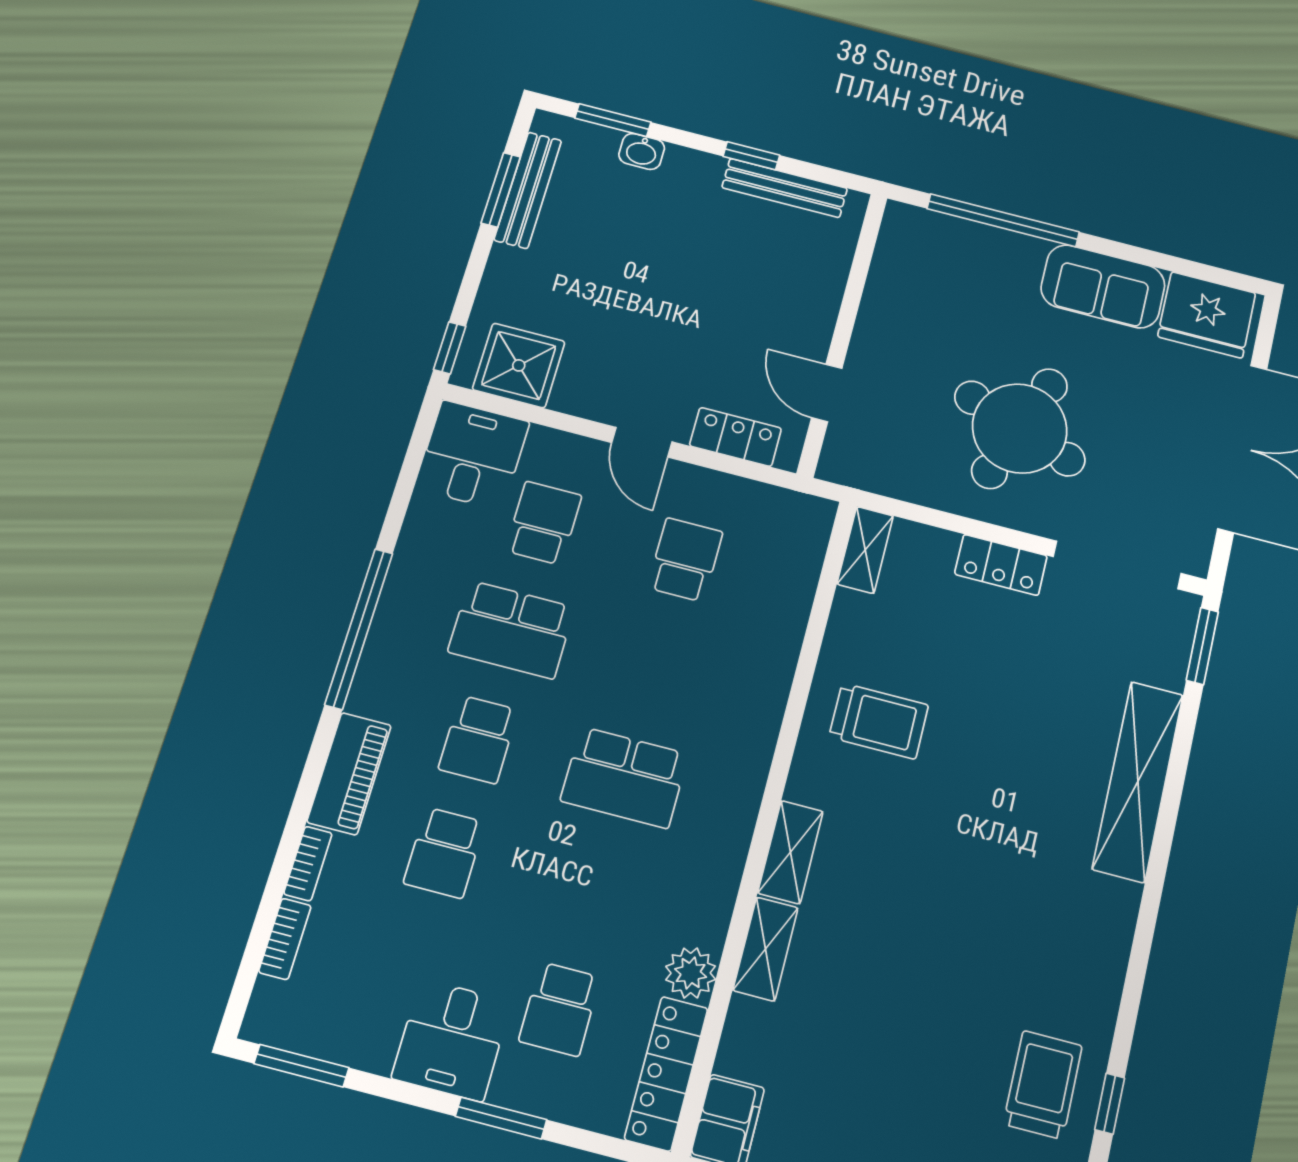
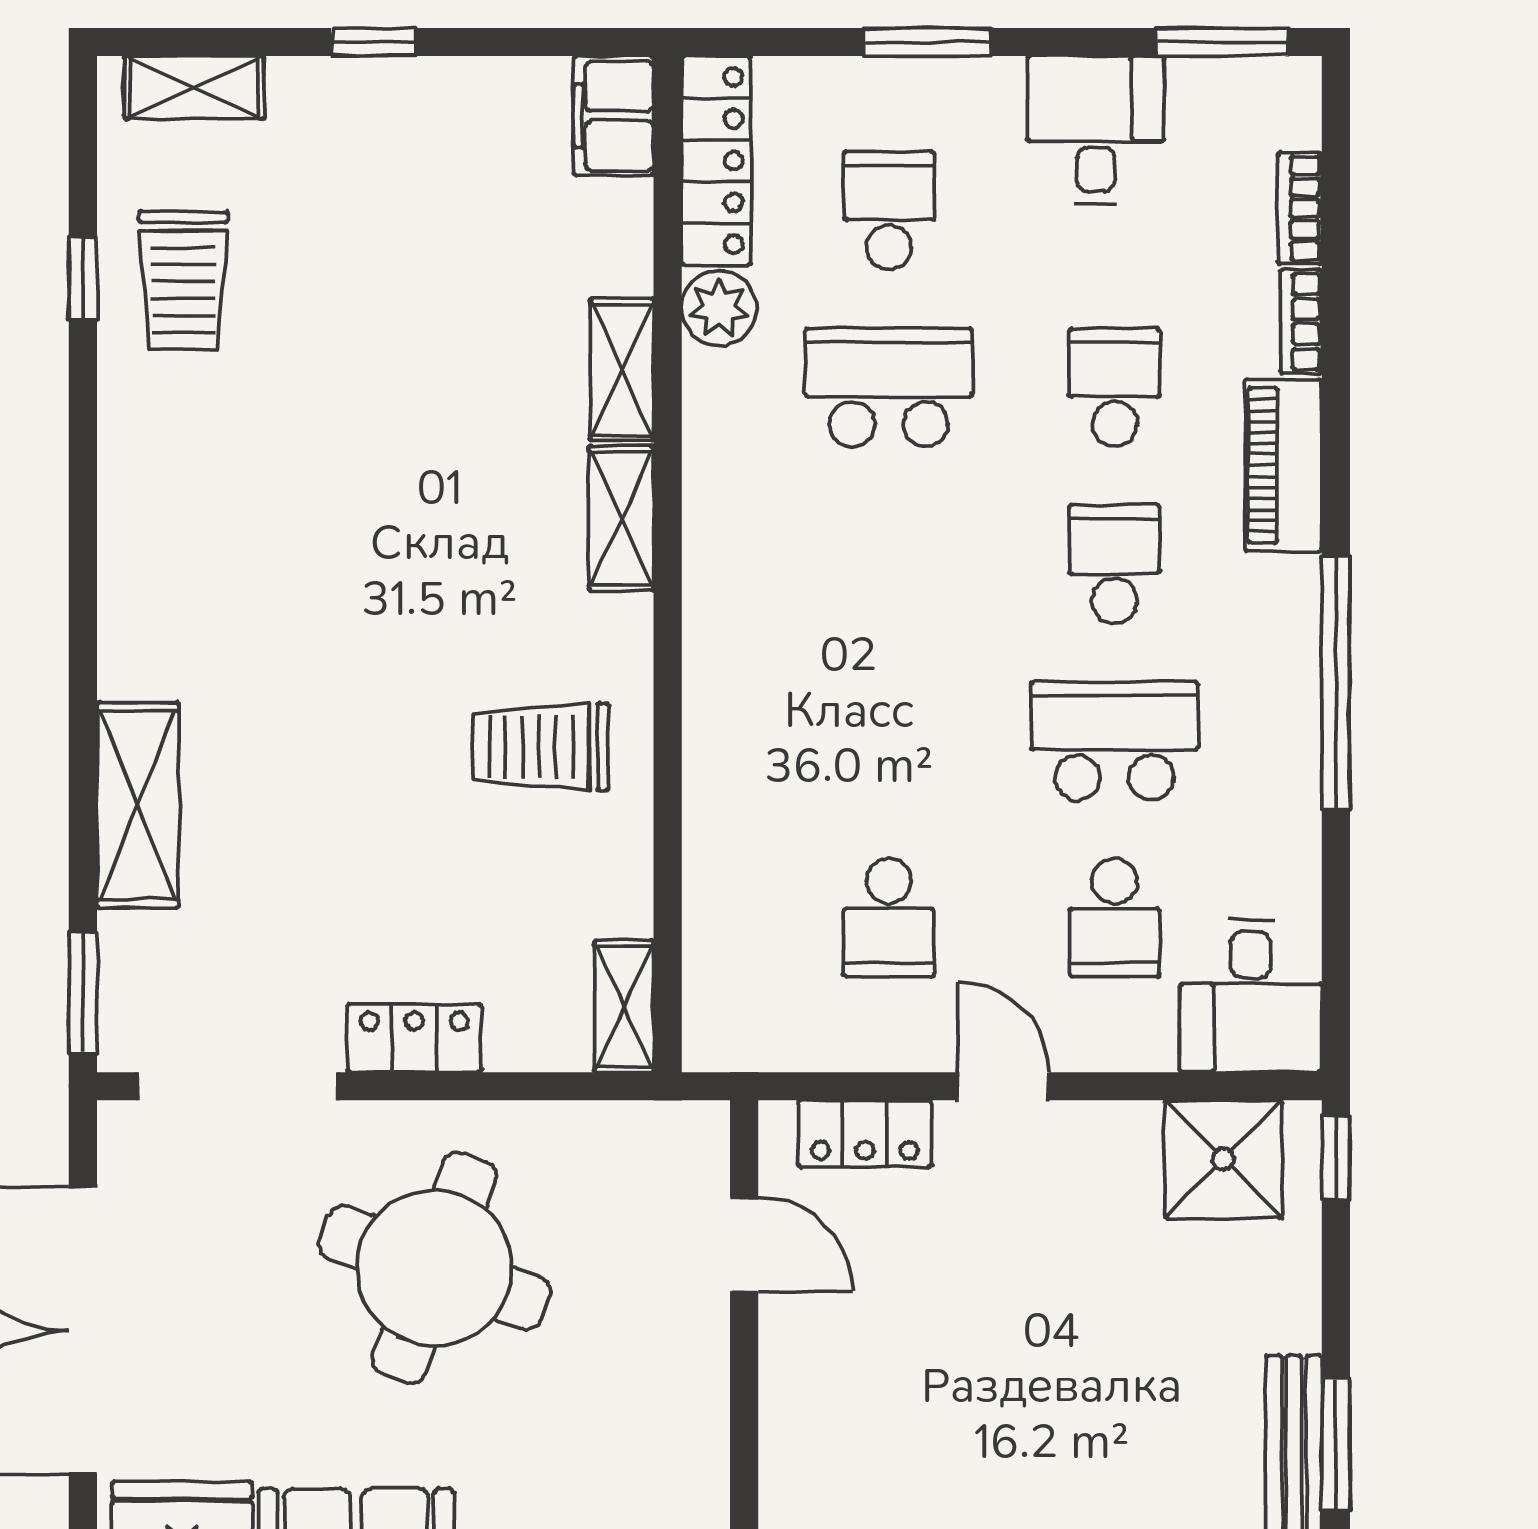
school desk: (624, 777) -> (889, 387), moved
shelving: (1138, 781) -> (138, 805), width x0.68
desk: (452, 1040) -> (1096, 130), moved

